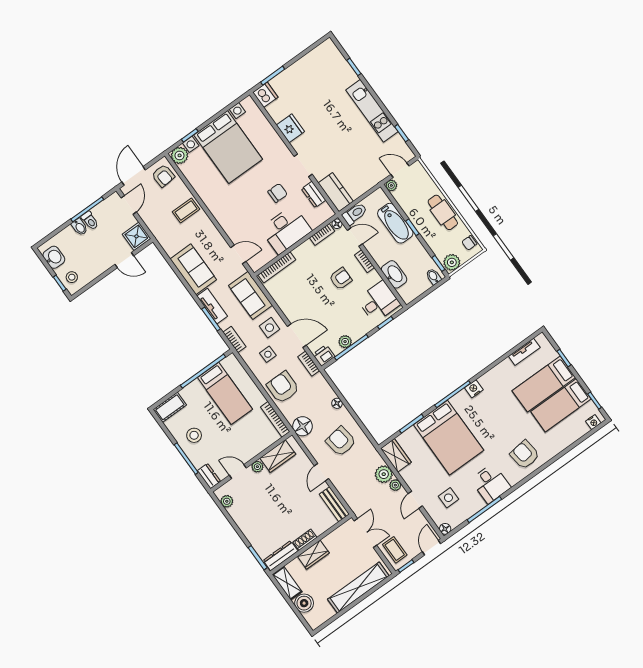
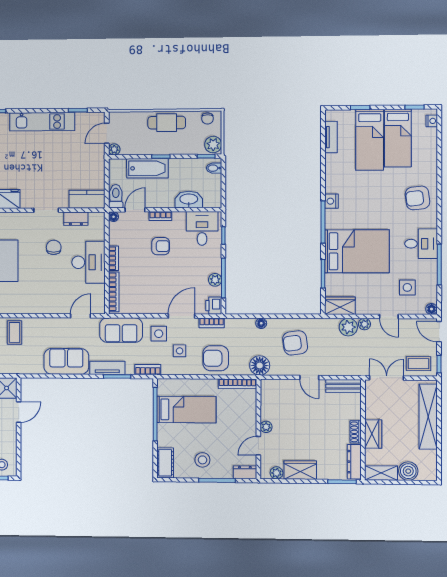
bookcase: (322, 234) -> (114, 258), moved
armchair: (341, 279) -> (161, 246), turned 90
wardrobe: (278, 456) -> (300, 470), moved, turned -90

